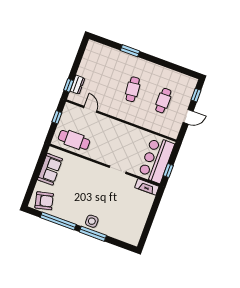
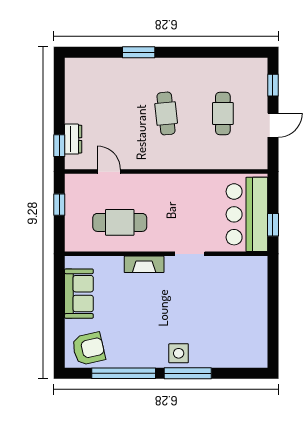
cafe table: (74, 140) -> (120, 222), moved
fireplace: (147, 187) -> (144, 264), moved

